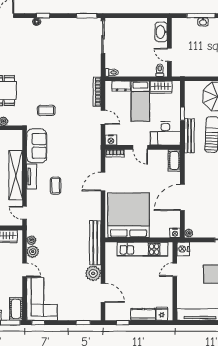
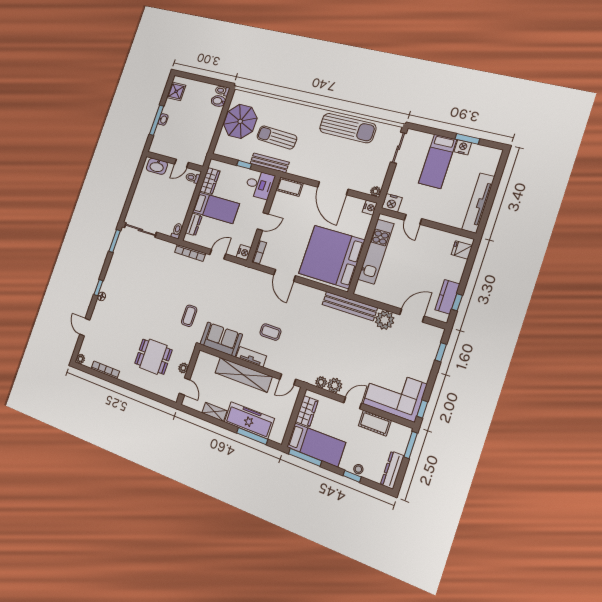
desk: (165, 133) -> (259, 185), width x0.73
cot: (16, 309) -> (375, 423), moved
kitchen counter: (143, 314) -> (447, 297), moved

